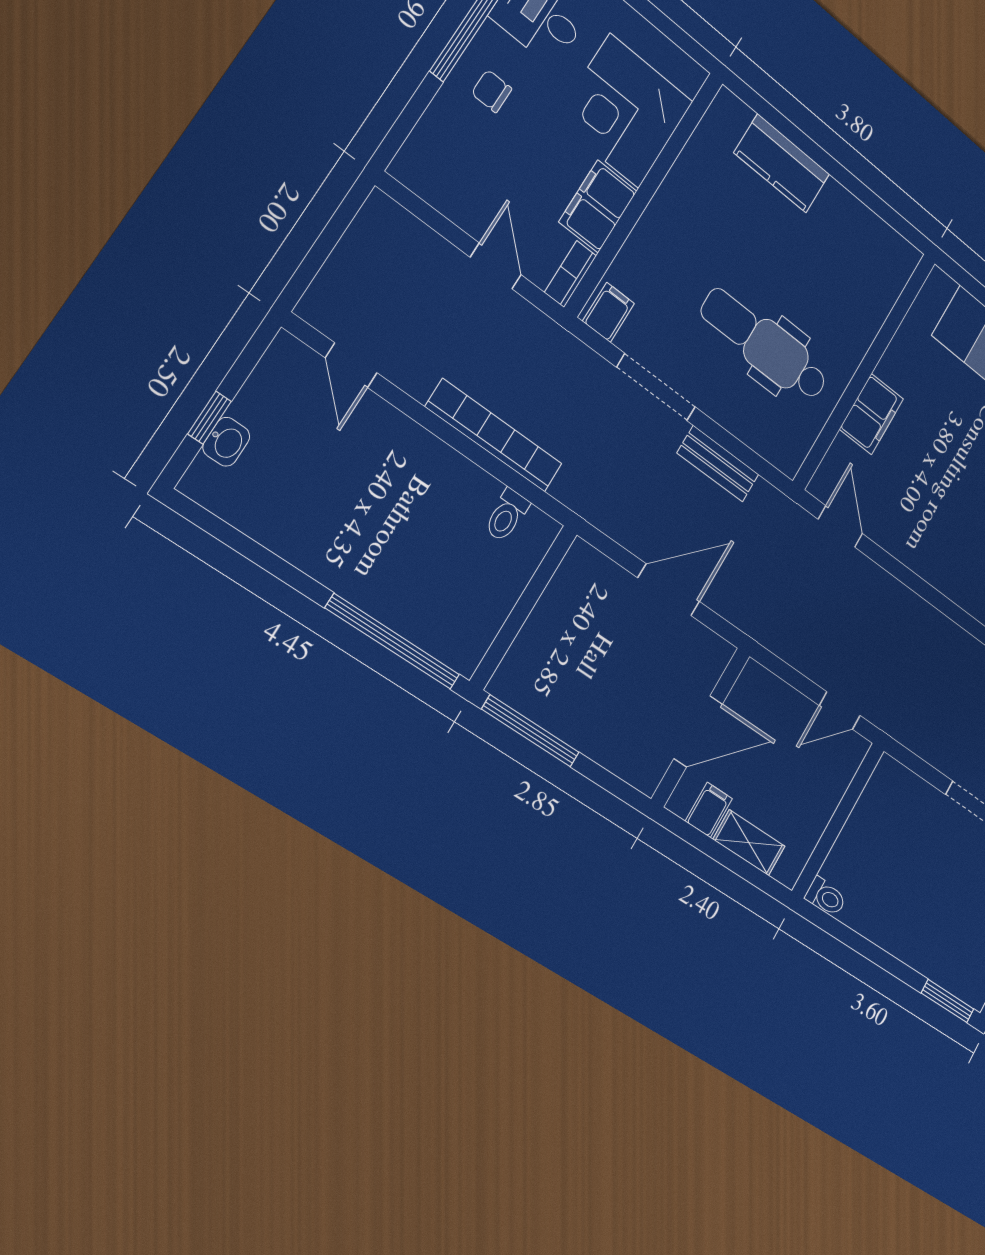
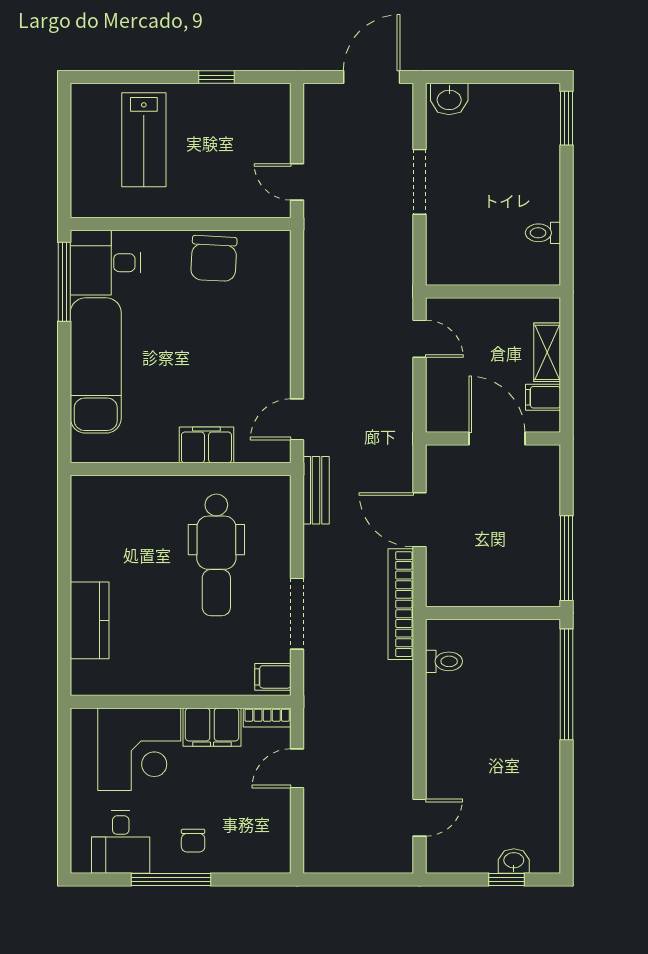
bookcase: (494, 436) -> (401, 604), moved
bench: (718, 464) -> (316, 490), moved
toilet: (826, 897) -> (543, 233), moved, turned -90

